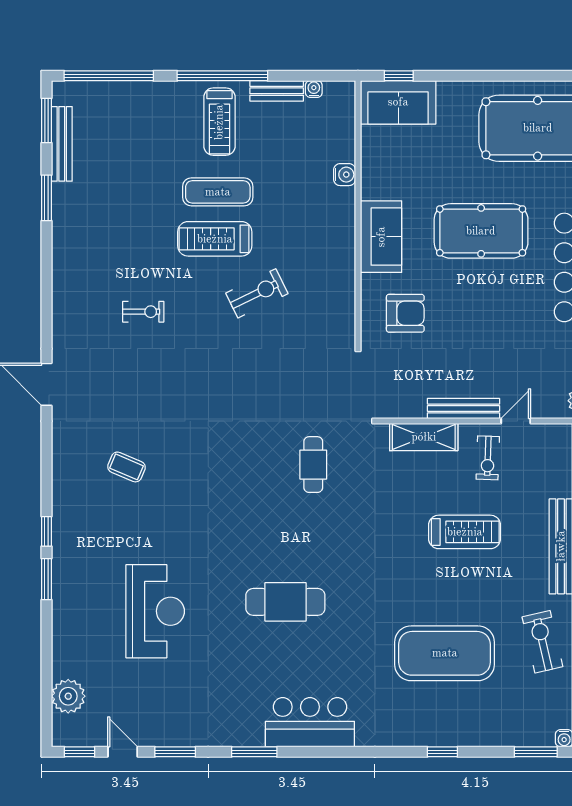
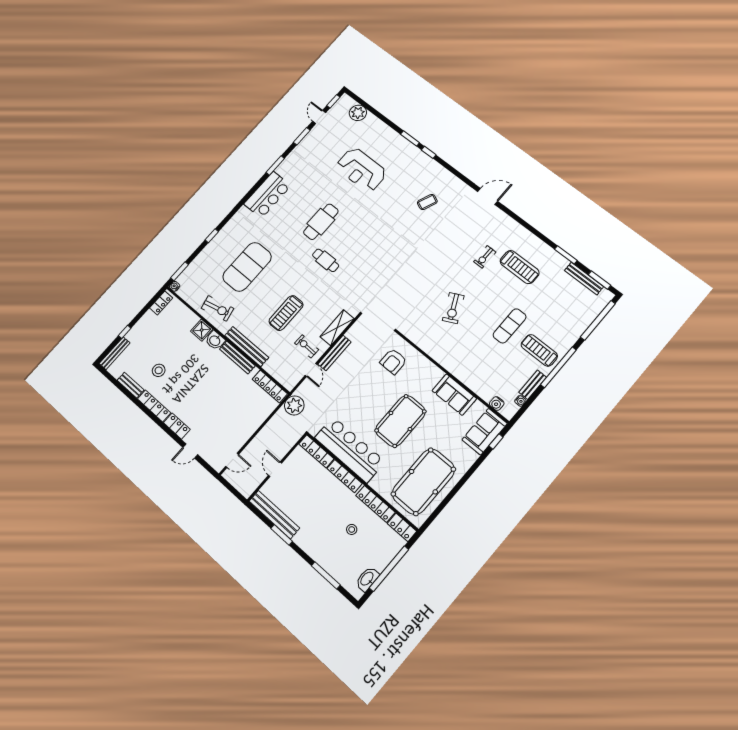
water cooler: (345, 175) -> (497, 403), moved
sofa: (381, 237) -> (454, 395), moved
treadmill: (215, 239) -> (520, 267), moved, turned 90
cafe table: (313, 465) -> (326, 260), moved
door: (123, 752) -> (319, 117), swing flipped

